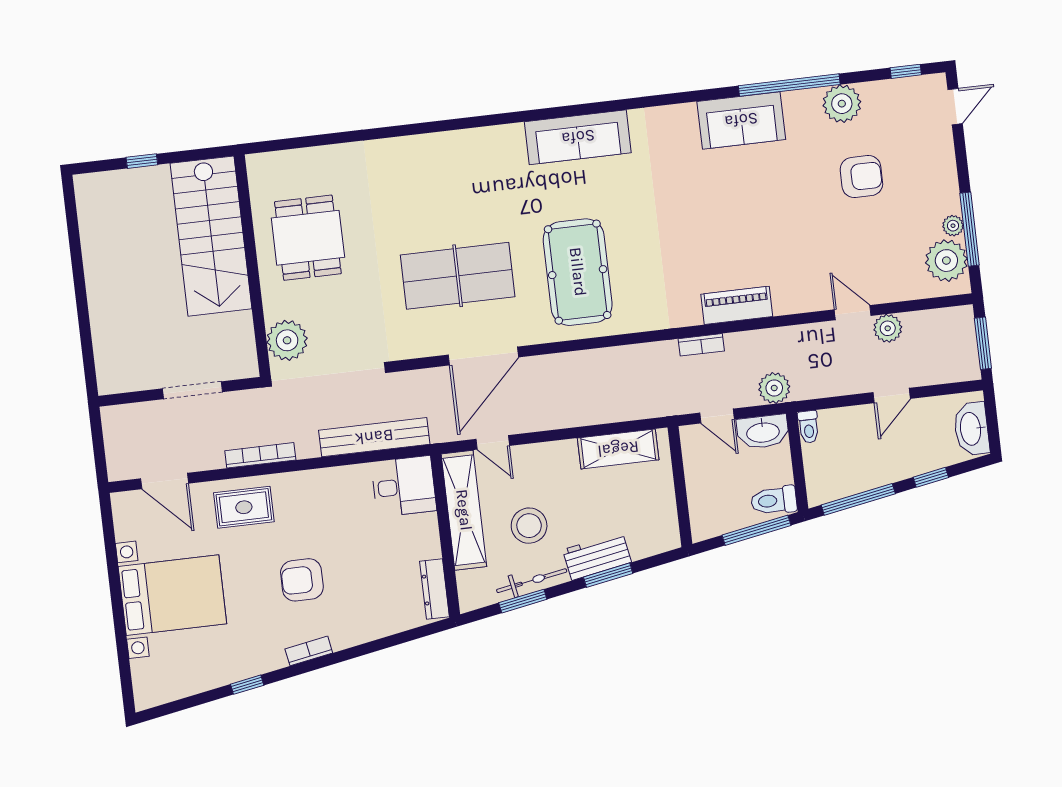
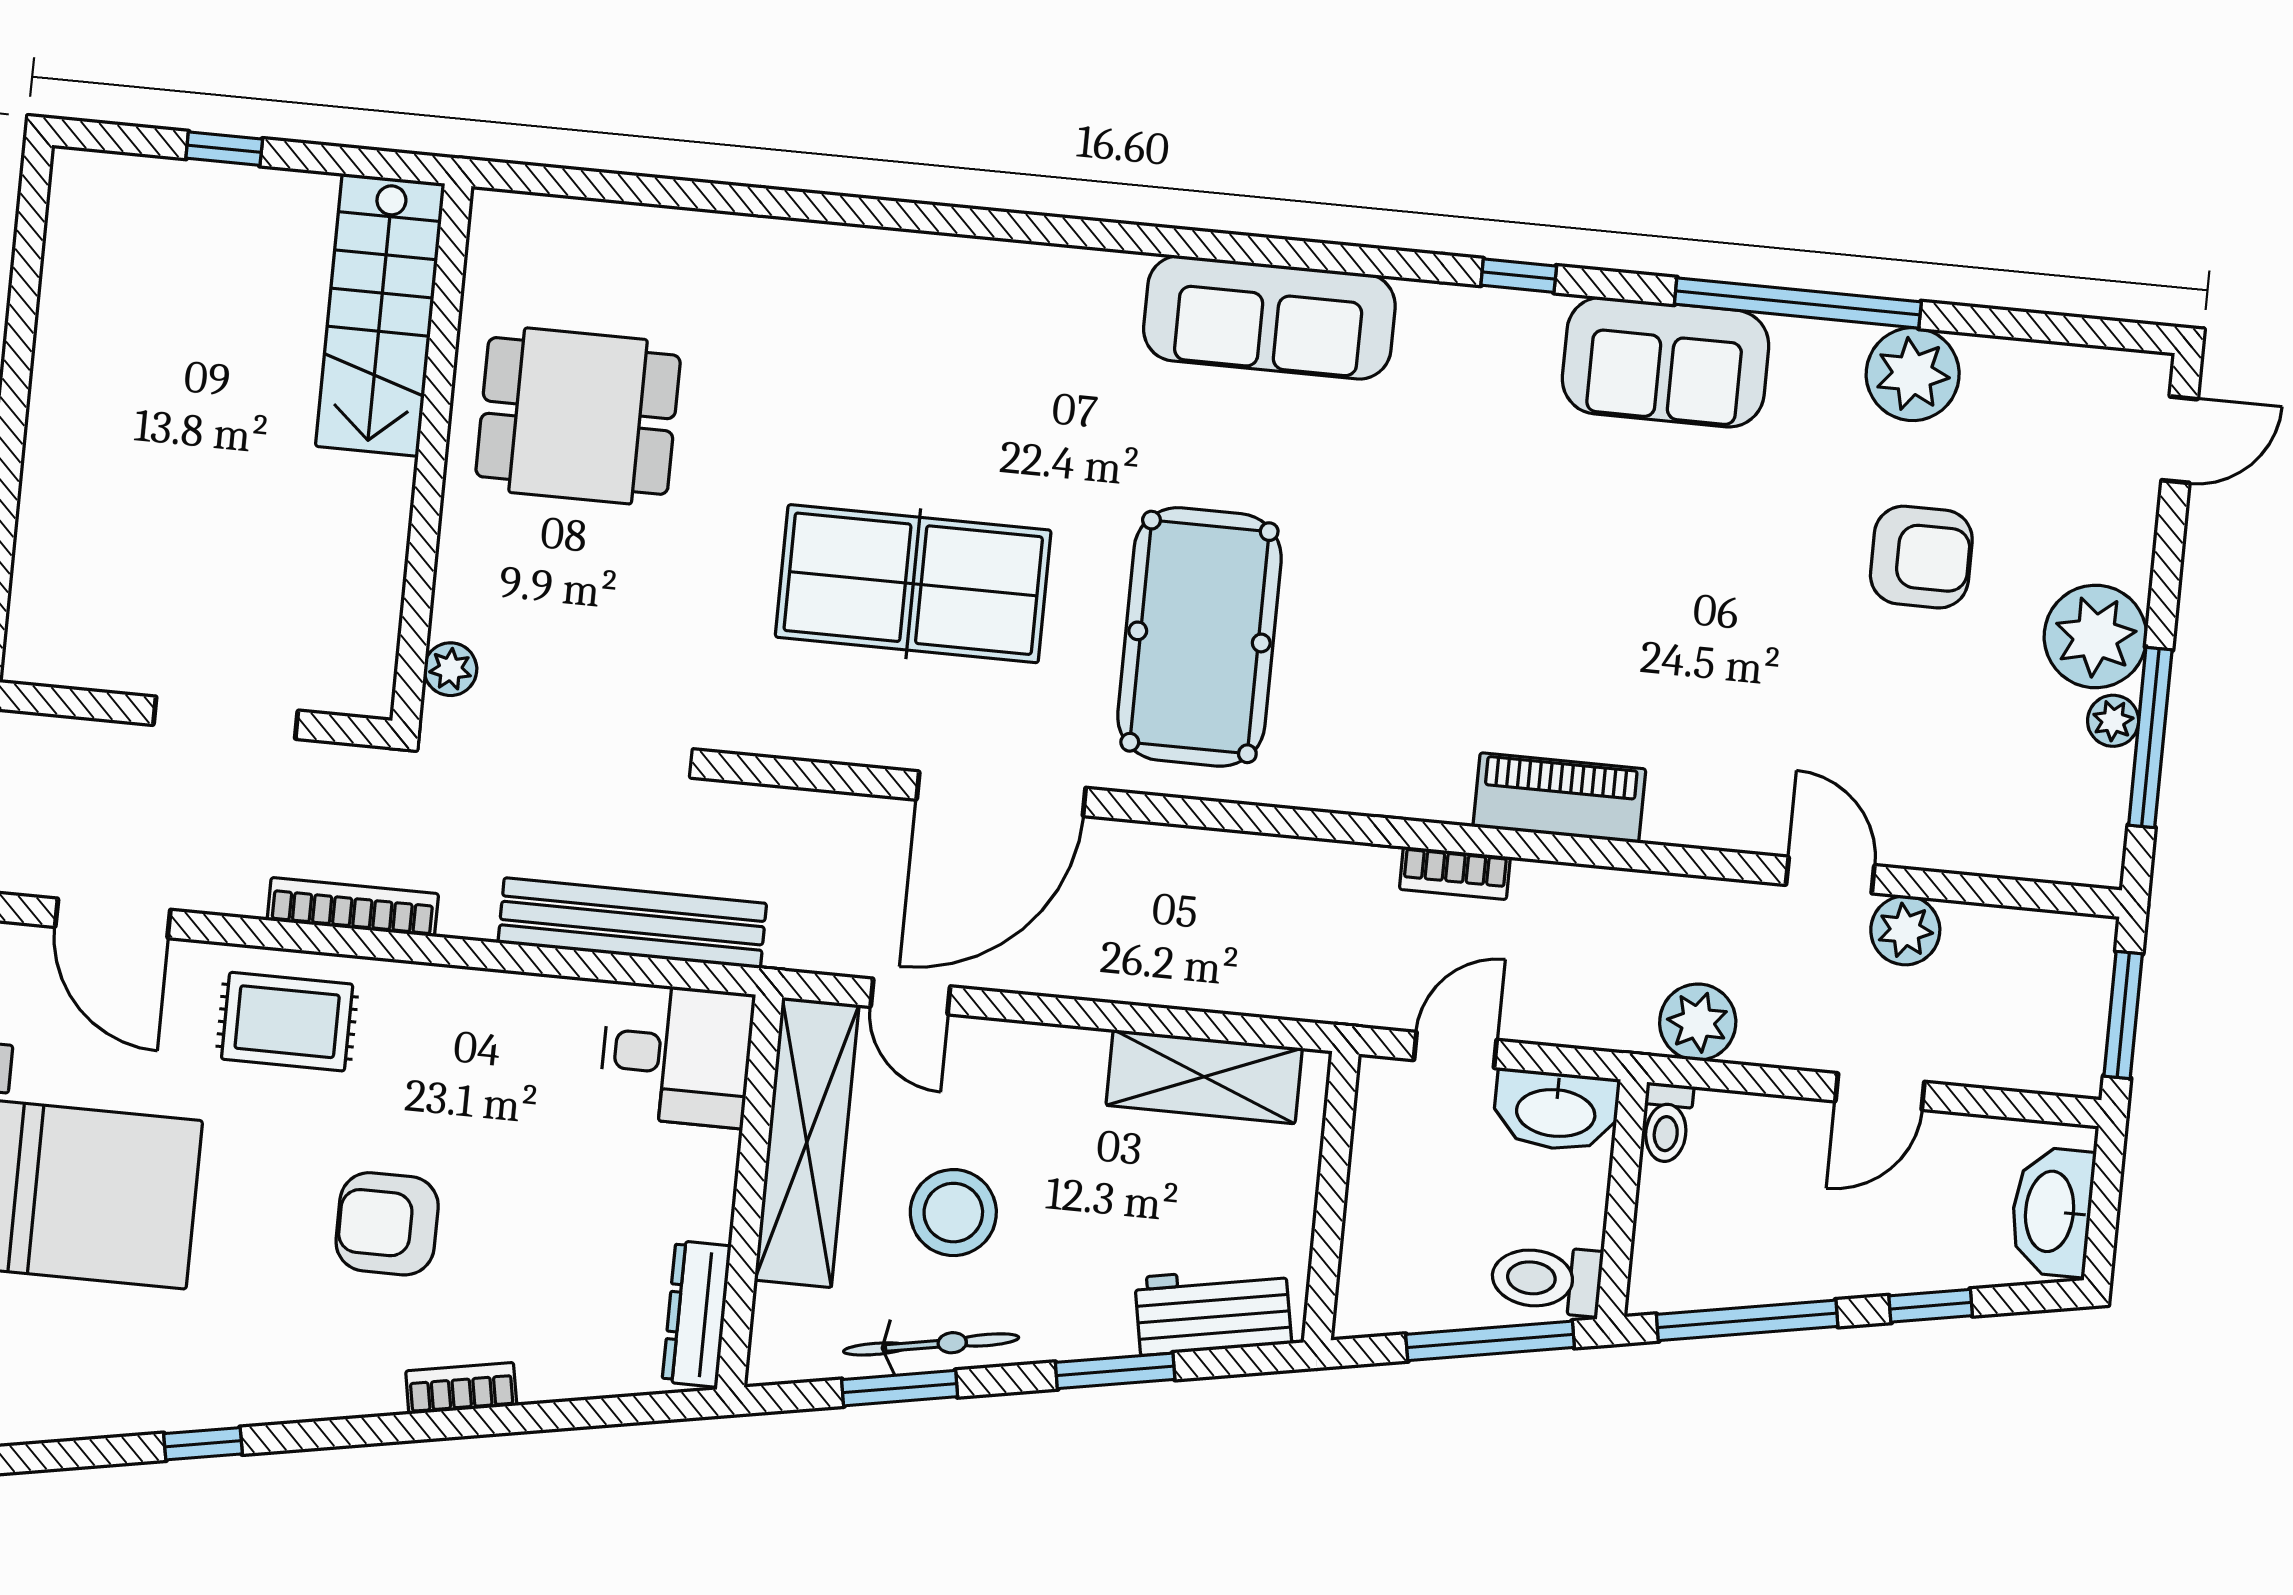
window: (906, 71) -> (1519, 276), moved
stairs: (211, 236) -> (380, 315), width x0.73, depth x0.66
dining table: (308, 238) -> (578, 416), turned 90
plant: (946, 261) -> (2095, 636), moved
plant: (287, 340) -> (450, 669), width x0.53, depth x0.53
door: (483, 356) -> (1001, 794), moved
plant: (774, 388) -> (1698, 1022), moved
door: (717, 416) -> (1455, 1050), swing flipped
workbench: (597, 556) -> (1213, 1311), moved
bookcase: (309, 651) -> (461, 1388), moved

